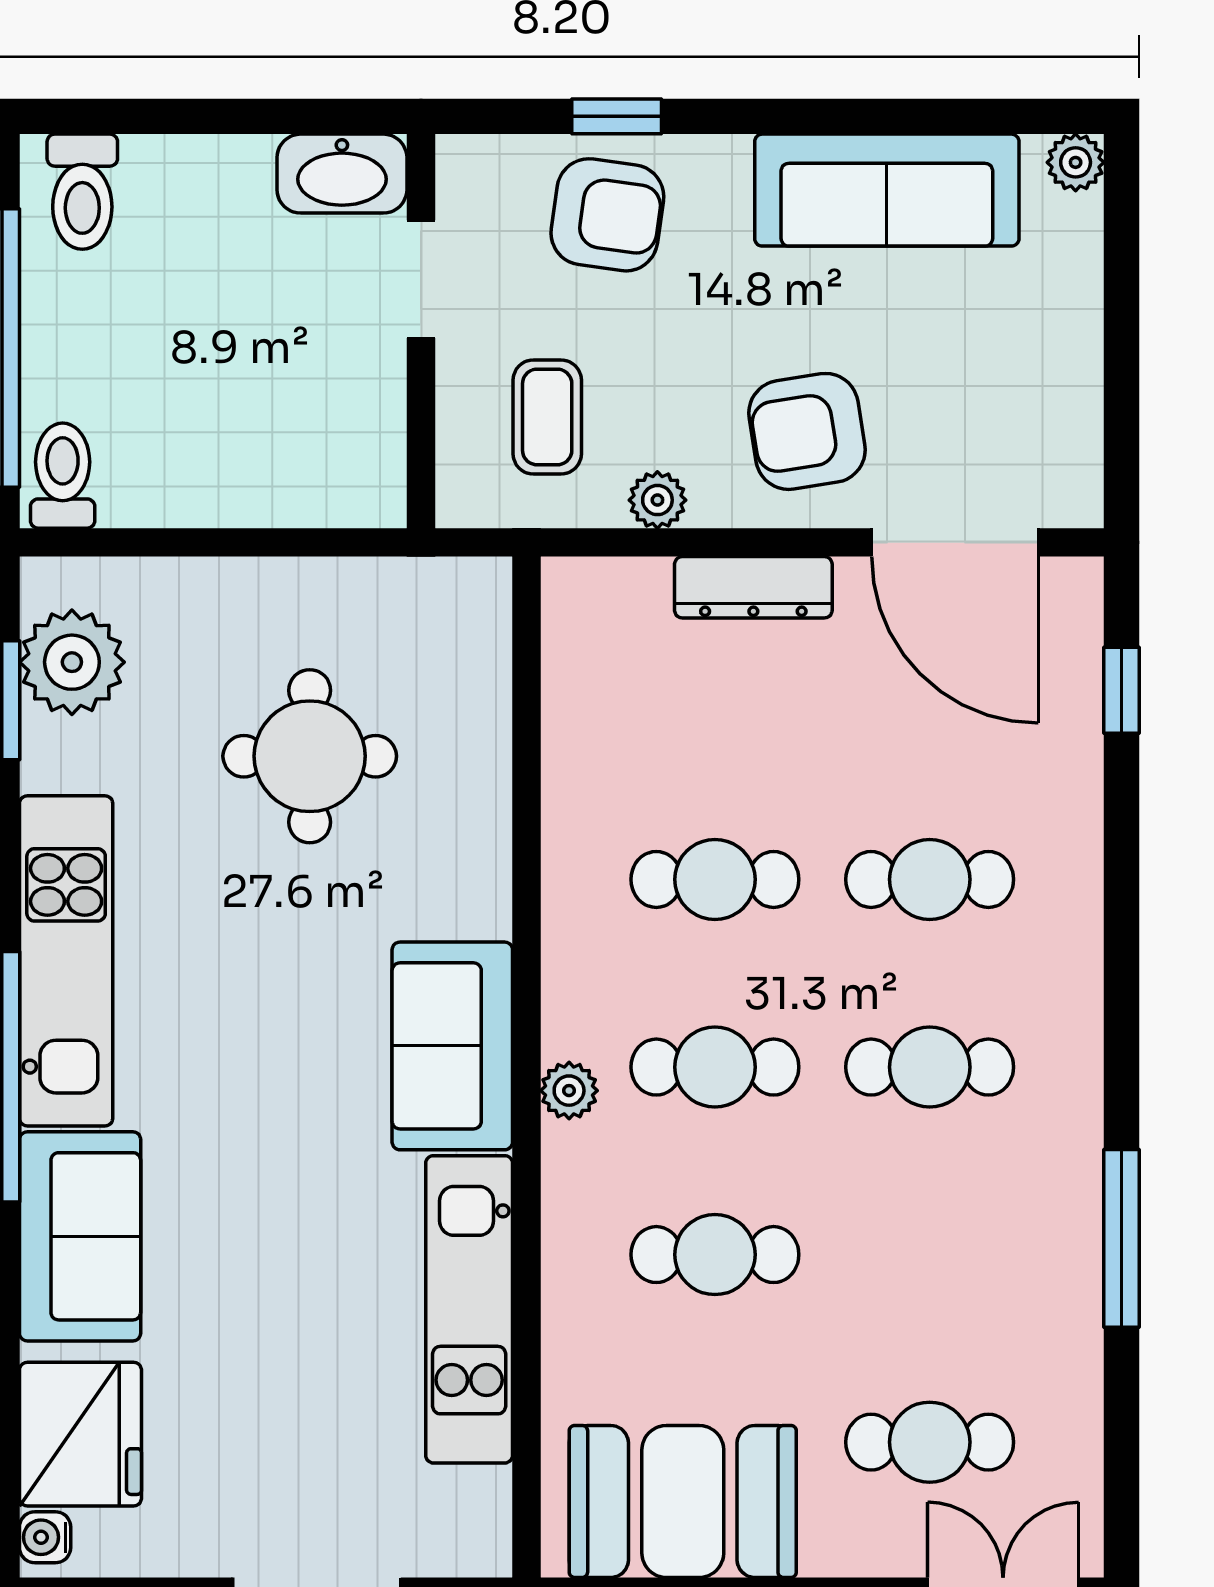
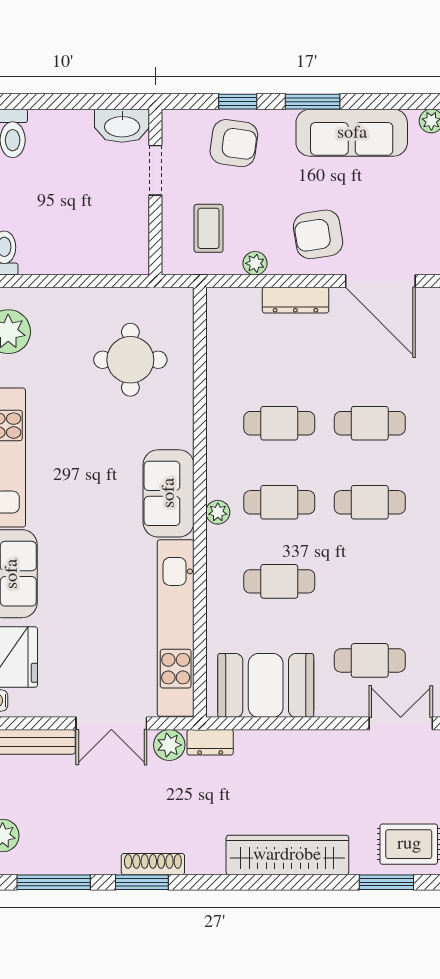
window: (794, 116) -> (313, 102), added
round table: (310, 756) -> (130, 360), moved
kitchen unit: (469, 1309) -> (176, 628), width x1.36

